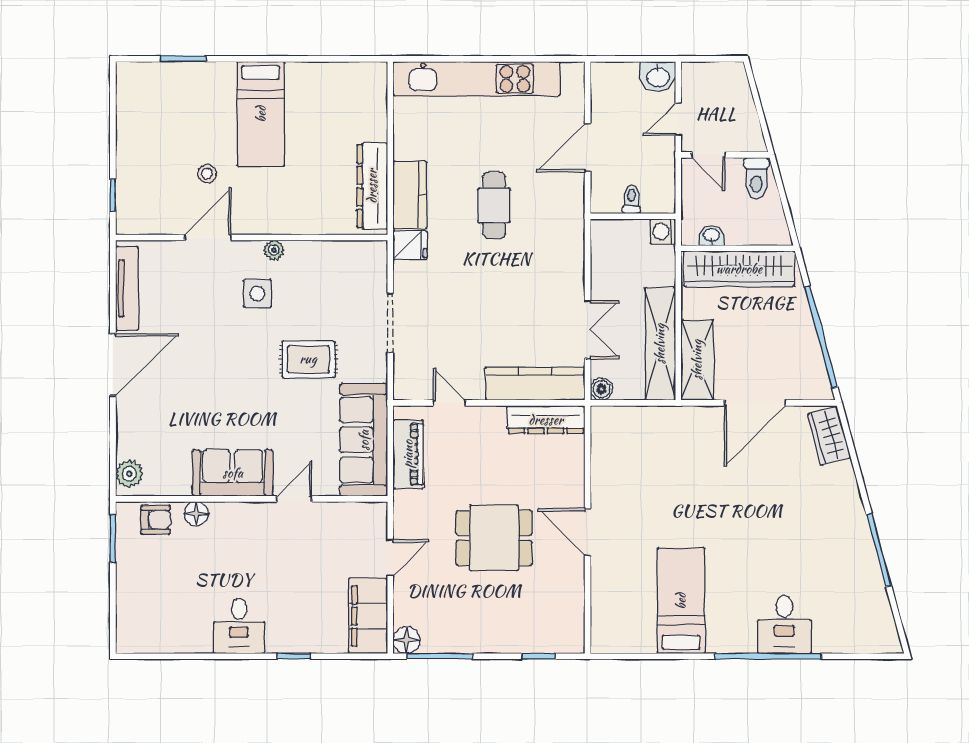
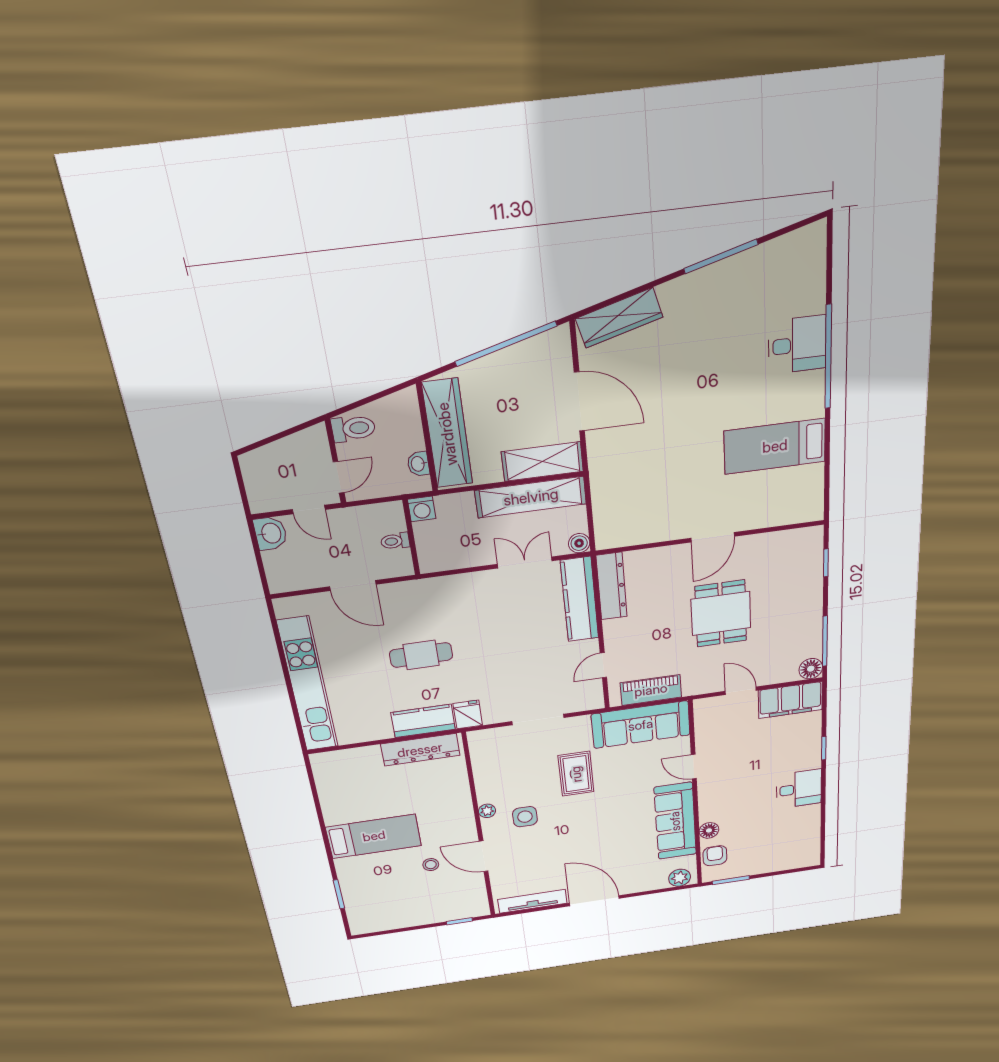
wardrobe: (829, 436) -> (619, 318), width x1.50
sofa: (233, 473) -> (675, 821), width x1.36

